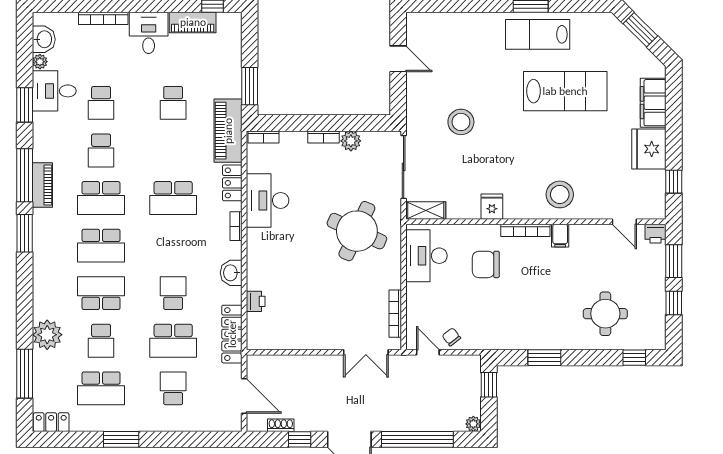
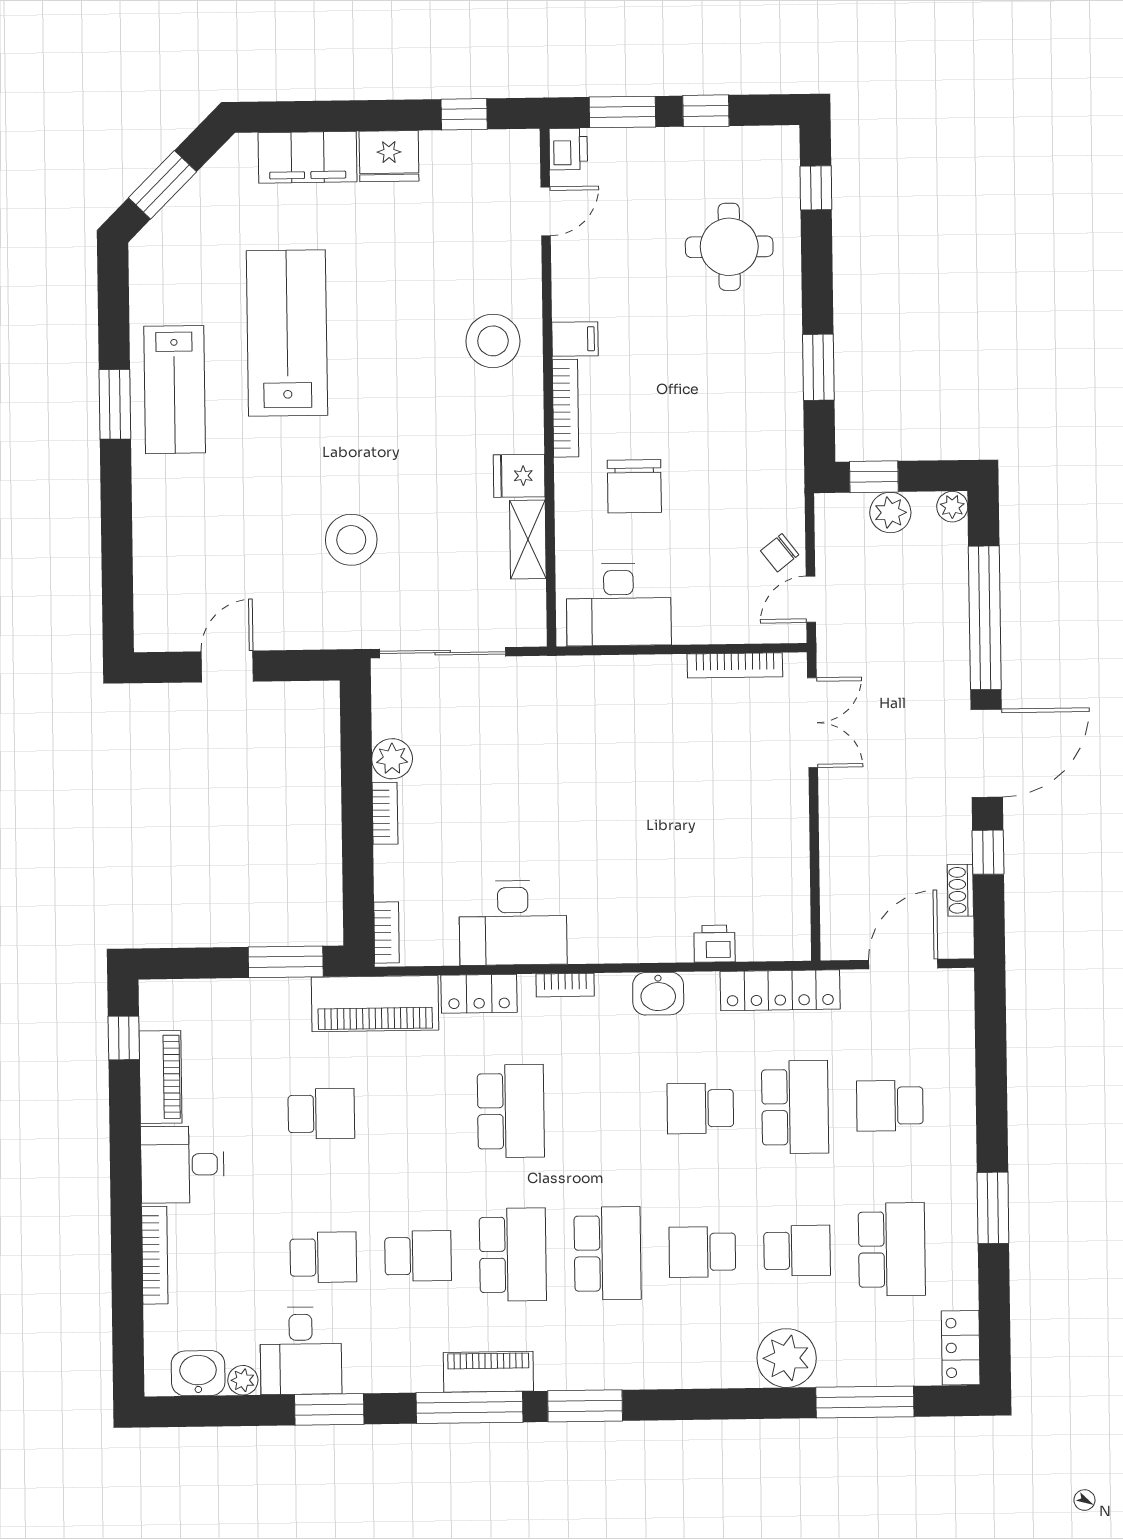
fridge: (649, 149) -> (389, 156), width x0.73, depth x0.75
shelving: (426, 211) -> (528, 540), moved
round table: (357, 231) -> (572, 744), removed
school desk: (101, 293) -> (702, 1252), width x0.54
plant: (471, 393) -> (890, 512), added

